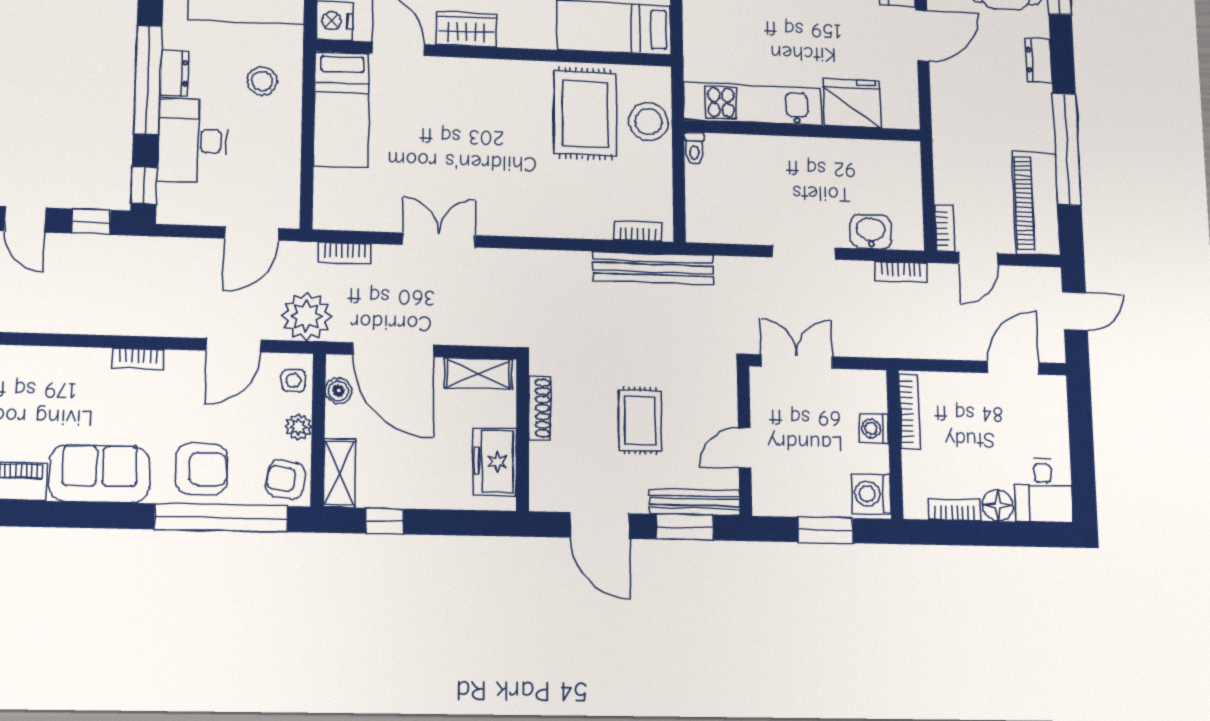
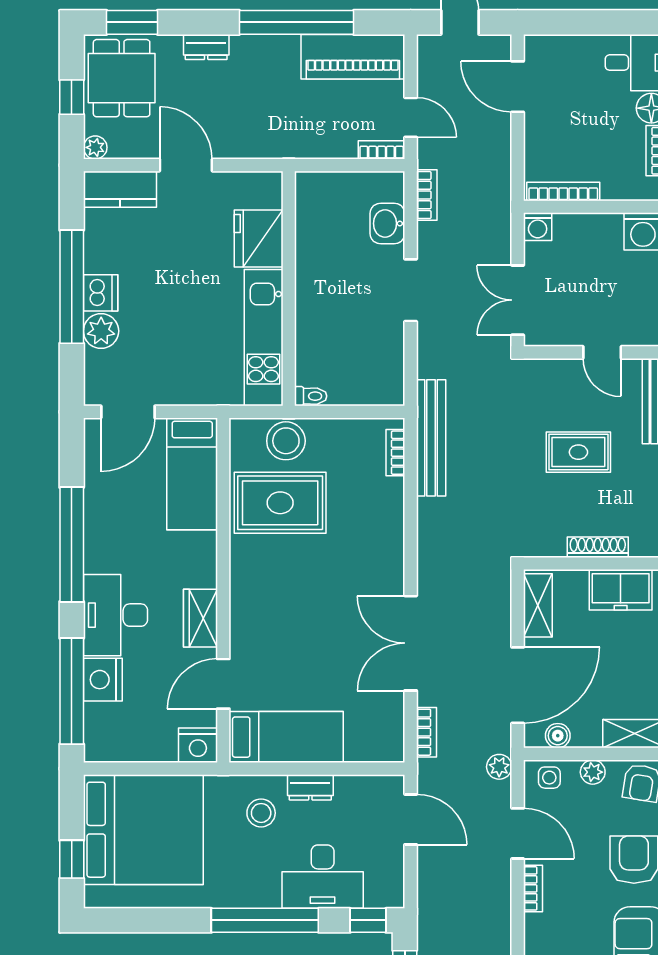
dresser: (174, 73) -> (310, 787), moved, turned 180
double door: (439, 240) -> (411, 643), width x1.37
plant: (306, 316) -> (499, 767), width x0.53, depth x0.53
bookcase: (138, 359) -> (533, 888), moved
shoe rack: (540, 408) -> (598, 547), moved
washing machine: (874, 428) -> (538, 227), moved

